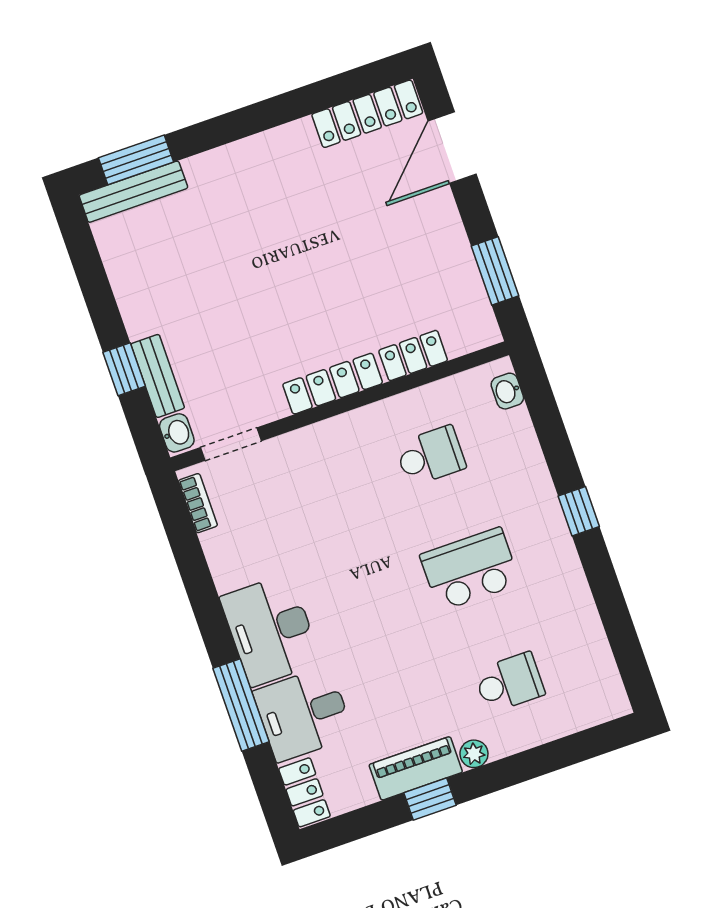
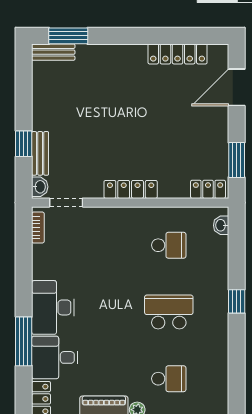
locker: (367, 114) -> (178, 54), moved
bench: (133, 192) -> (53, 52), width x0.73
locker: (413, 355) -> (208, 189), moved

